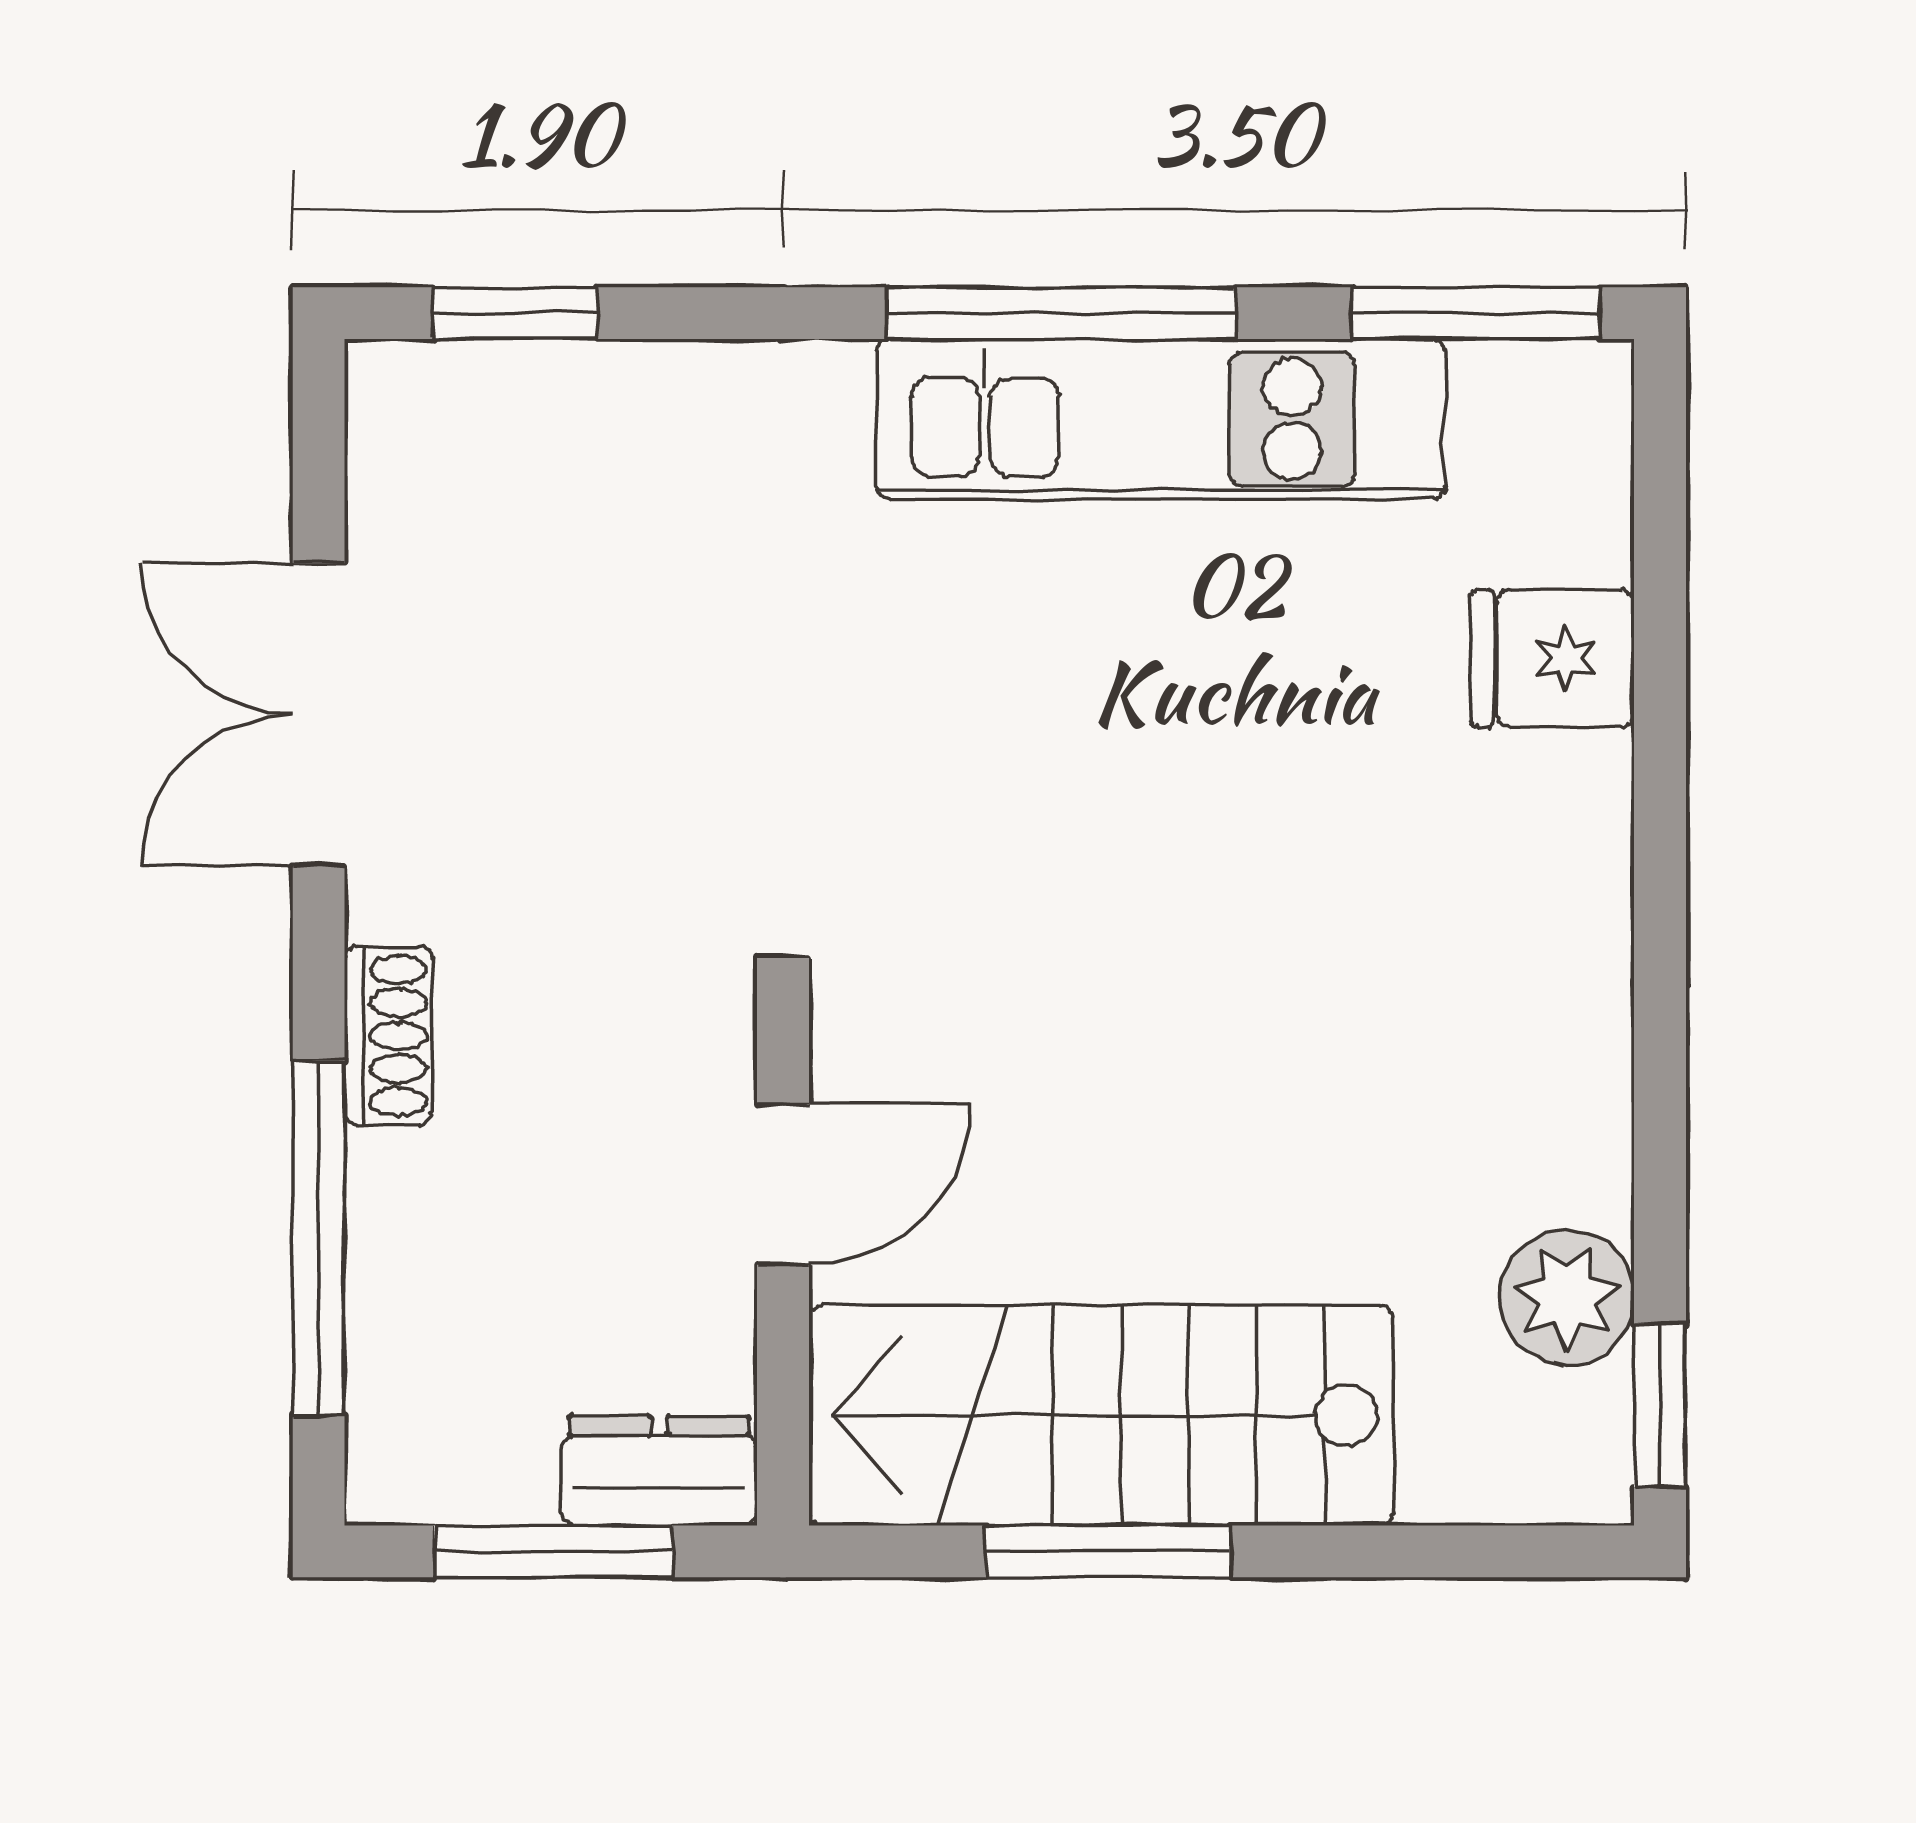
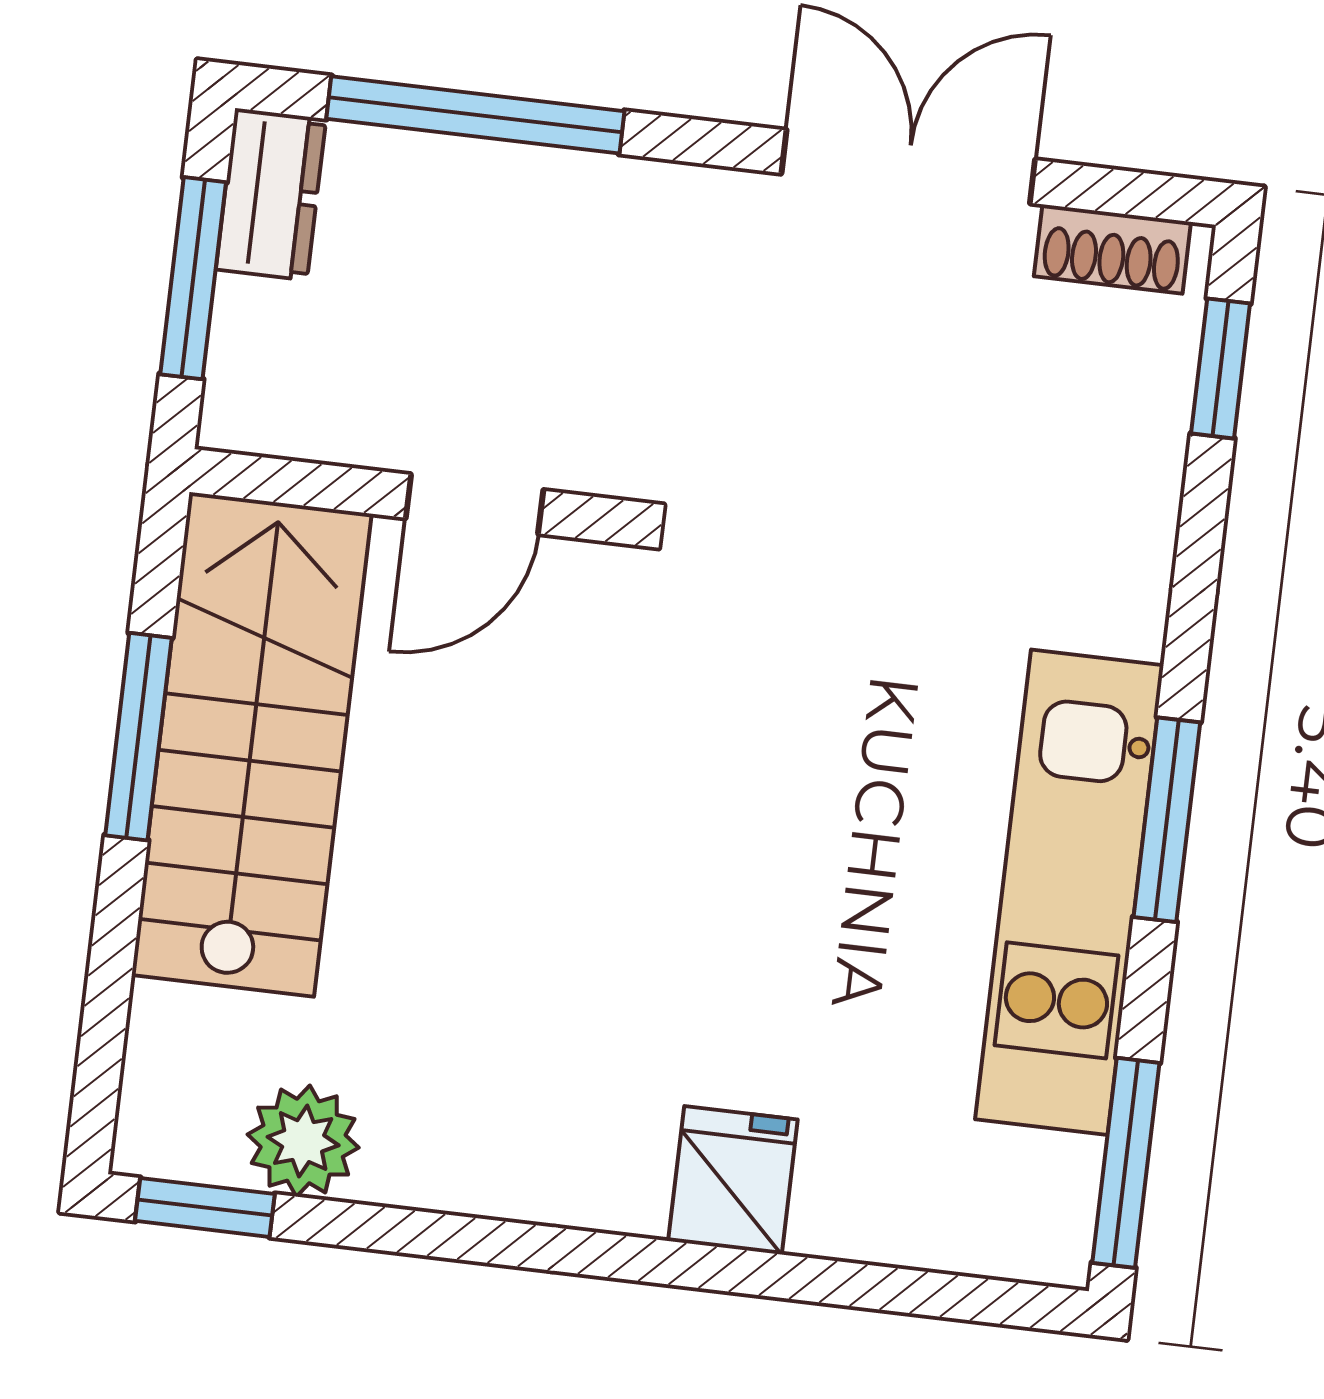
window: (1061, 313) -> (1167, 820), width x0.69
fridge: (1552, 658) -> (733, 1180), moved
shoe rack: (388, 1036) -> (1112, 249), moved
door: (783, 1184) -> (474, 504), hinge flipped
dresser: (659, 1471) -> (271, 194), moved

